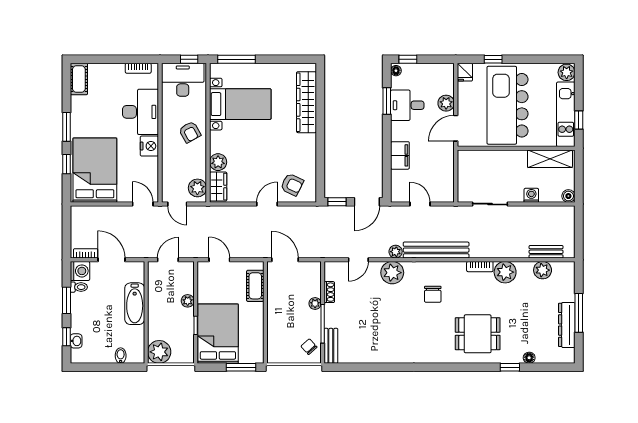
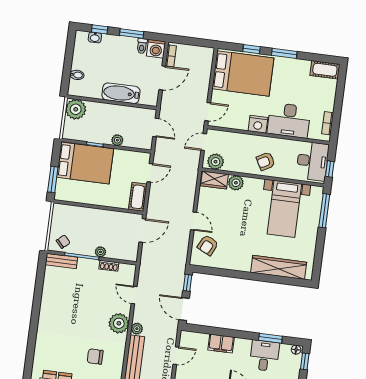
cot: (255, 286) -> (138, 197), moved, turned 90

